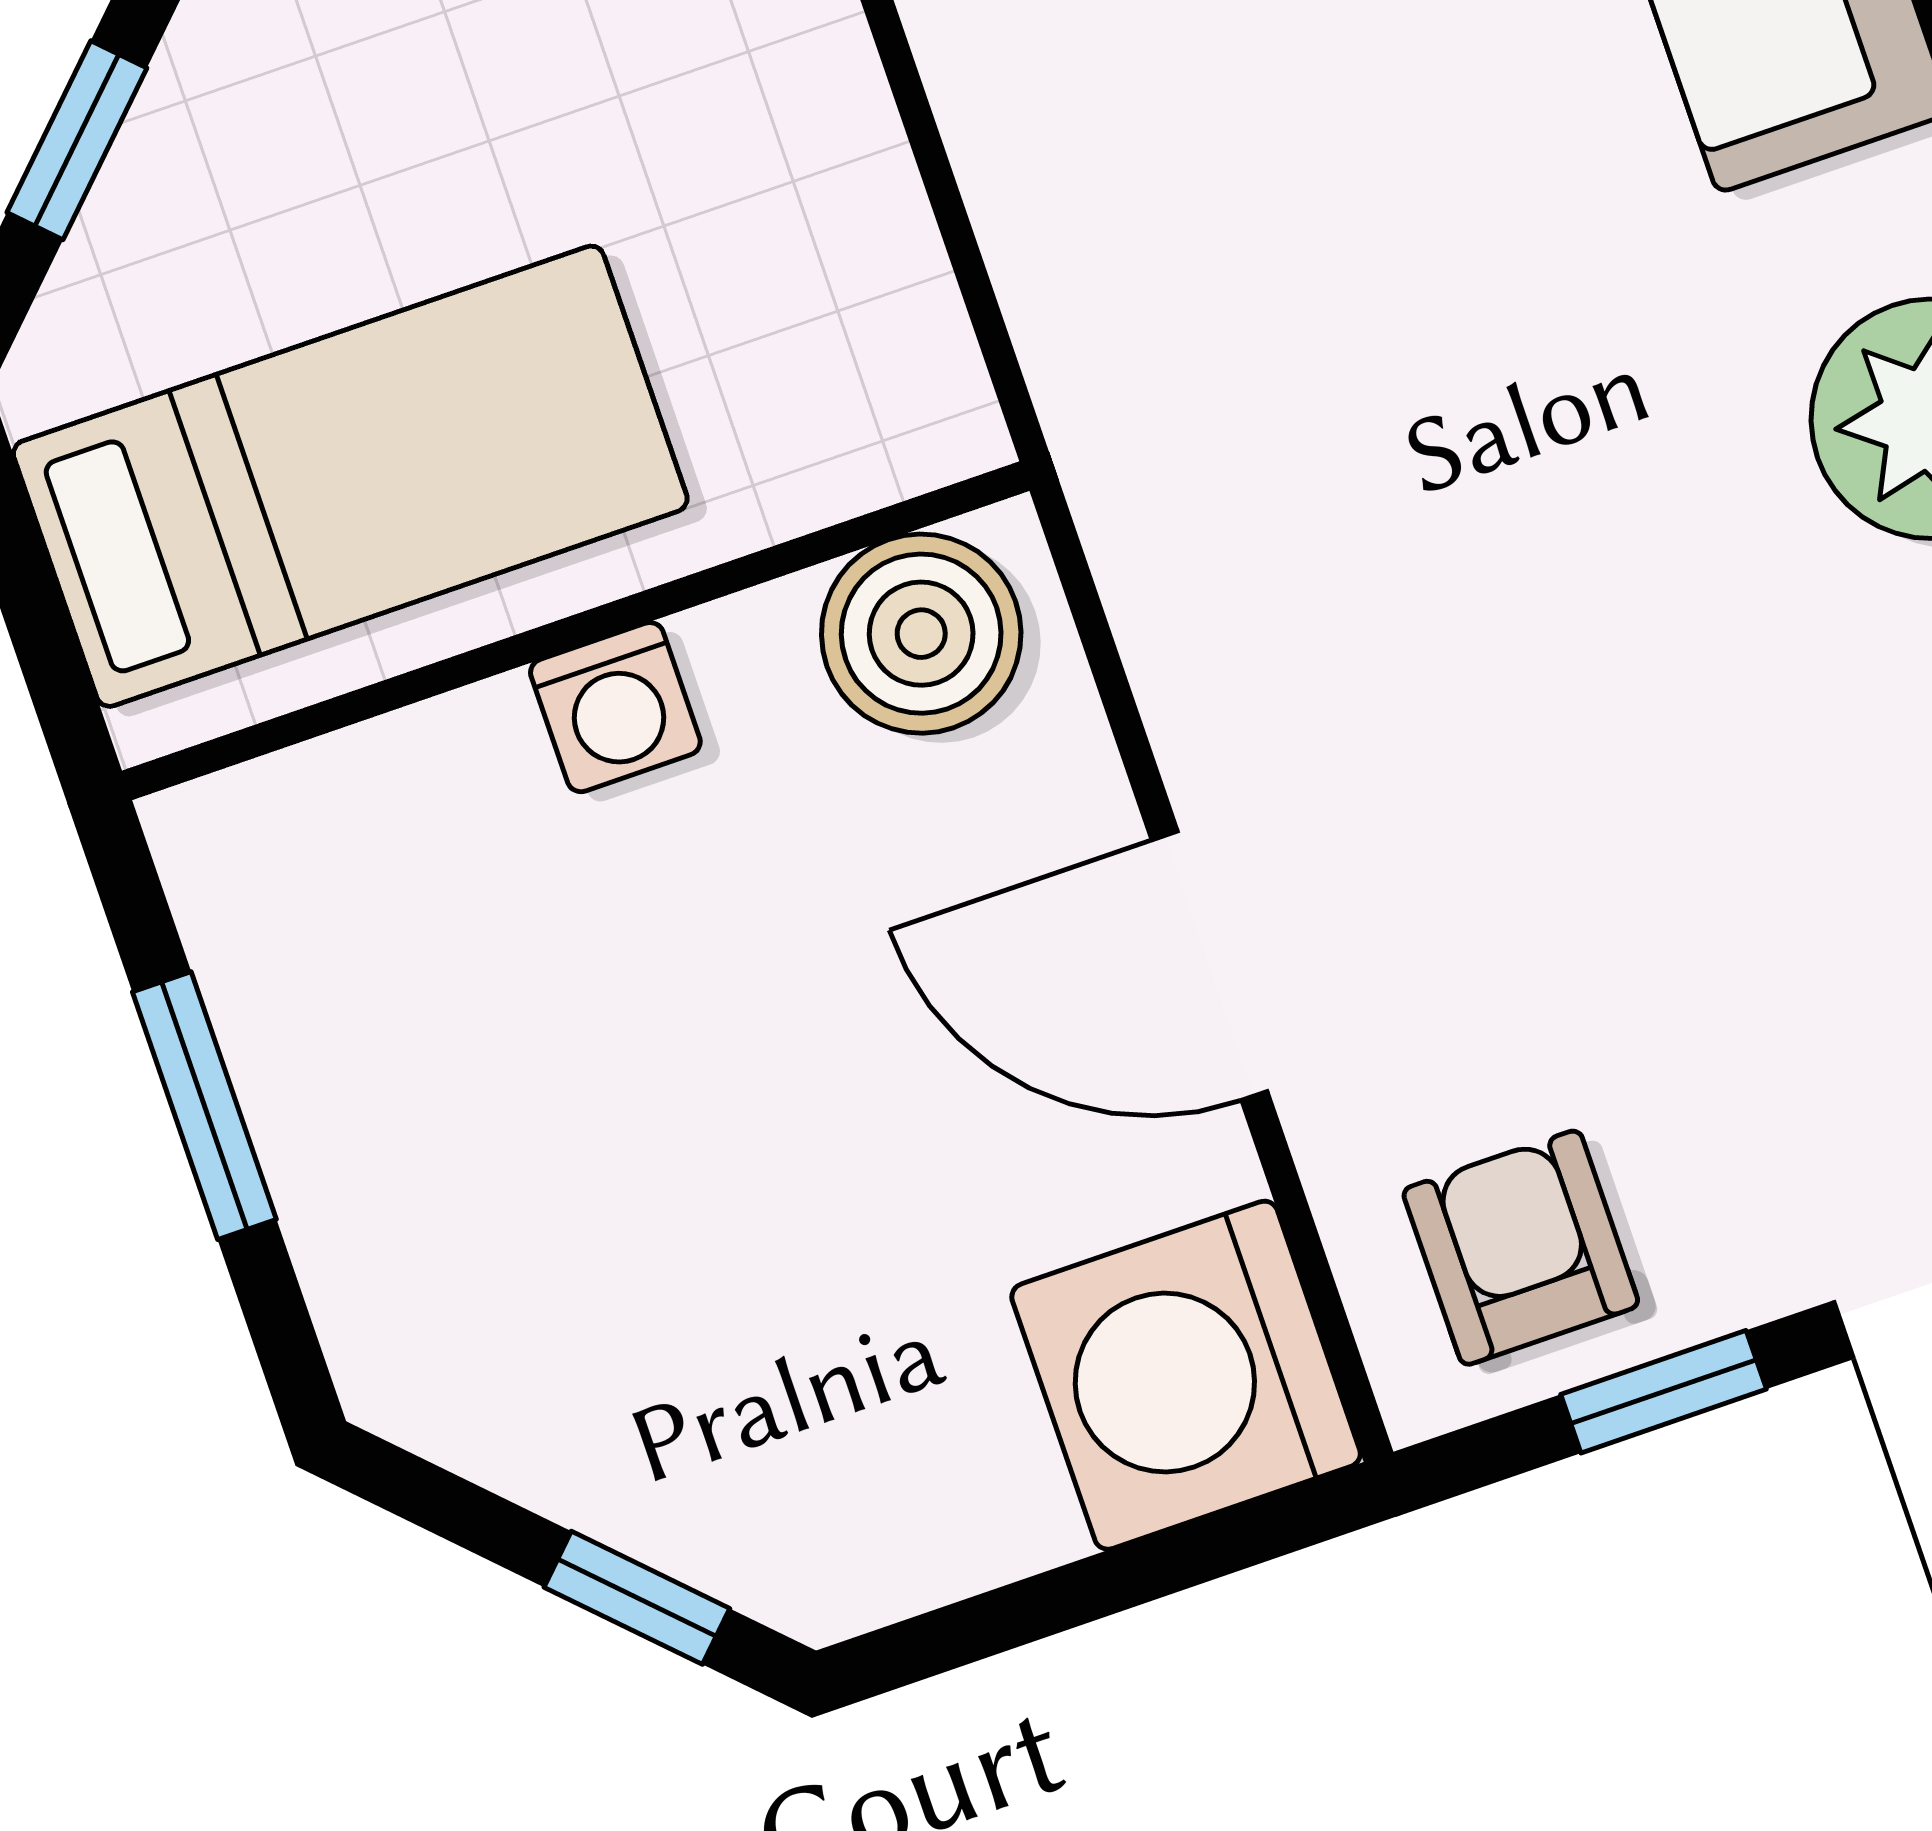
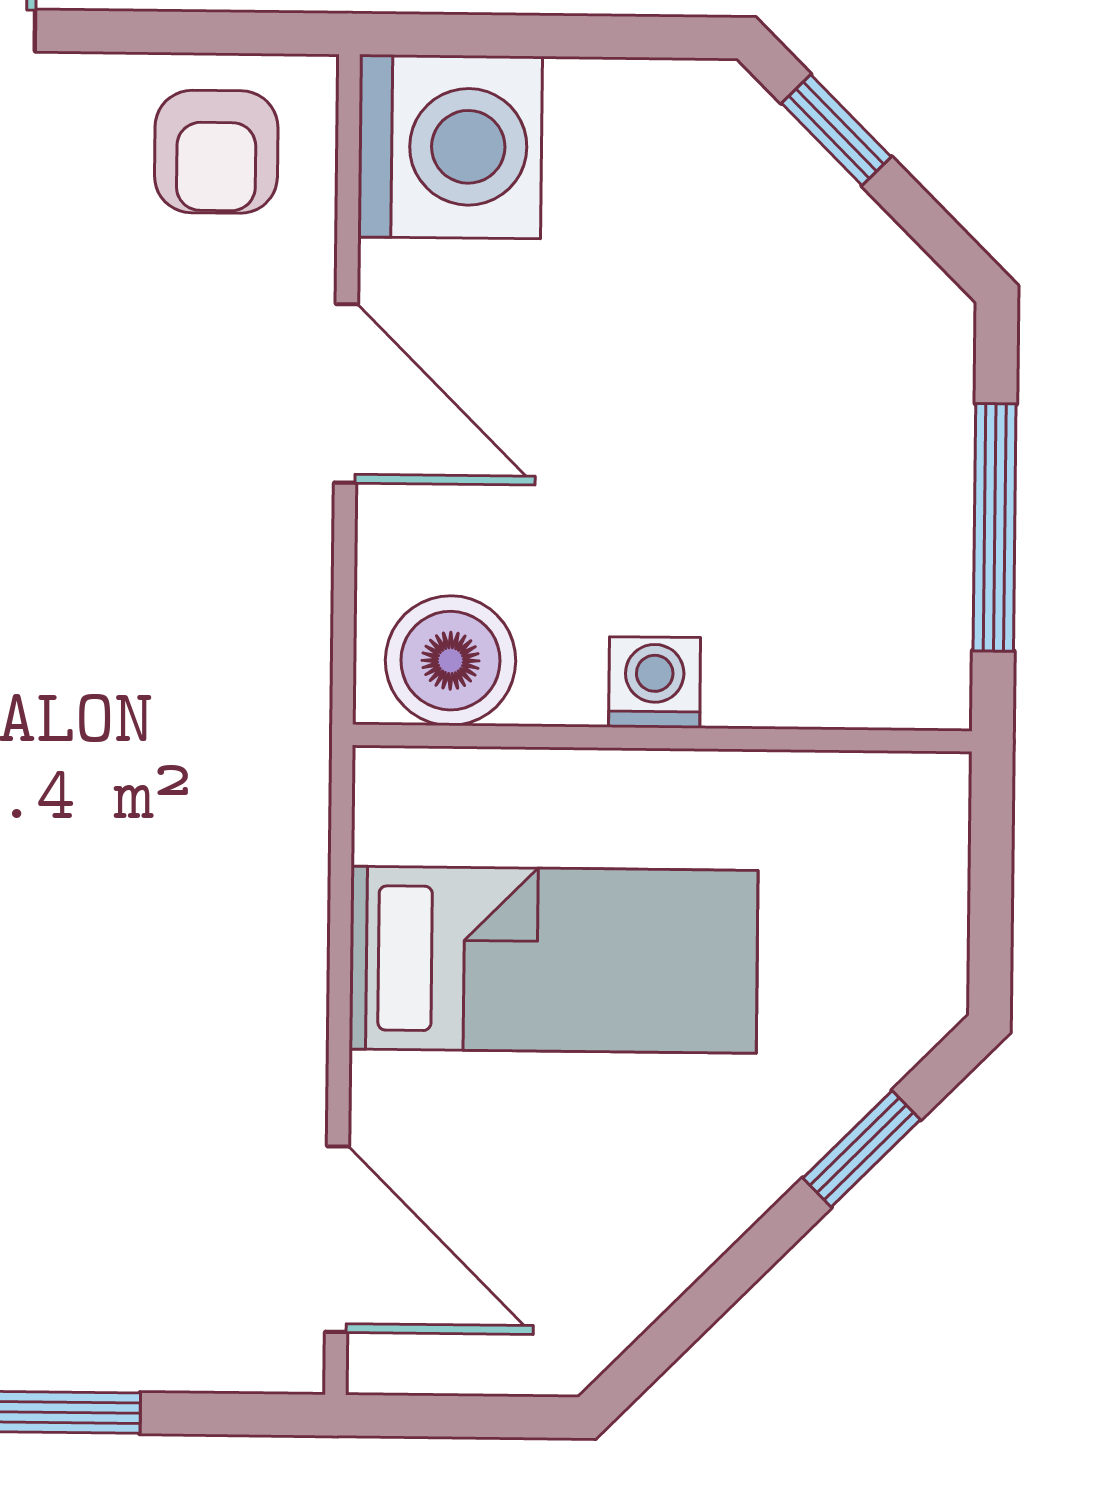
bed: (350, 476) -> (554, 960), moved, turned 180
window: (204, 1106) -> (995, 527), width x1.44
window: (1663, 1392) -> (160, 32), removed

